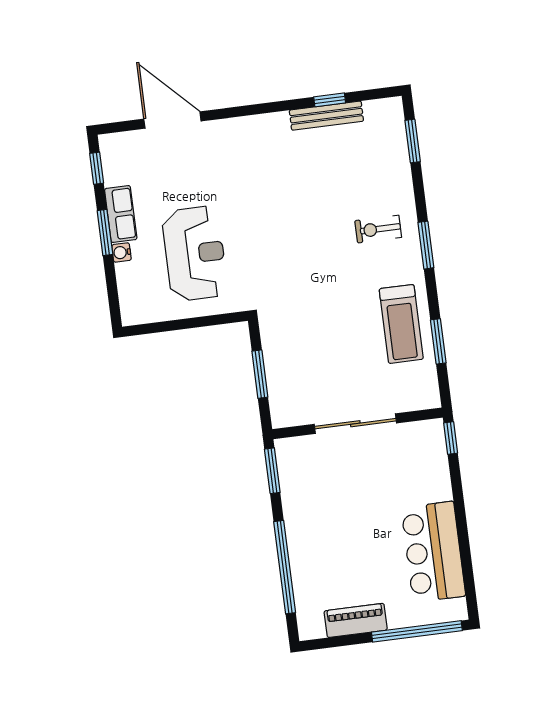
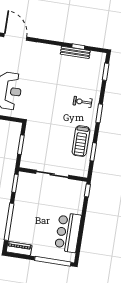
piano: (356, 620) -> (19, 248), moved

